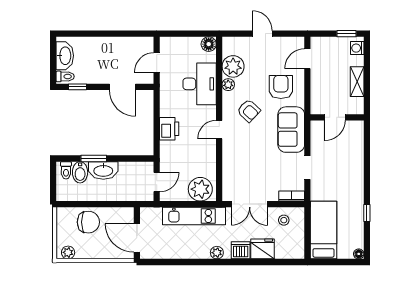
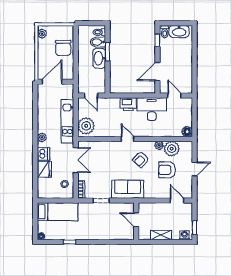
desk: (200, 84) -> (152, 109), moved, turned 180
armchair: (281, 87) -> (167, 170), moved, turned 180
double door: (250, 204) -> (76, 160), swing flipped

